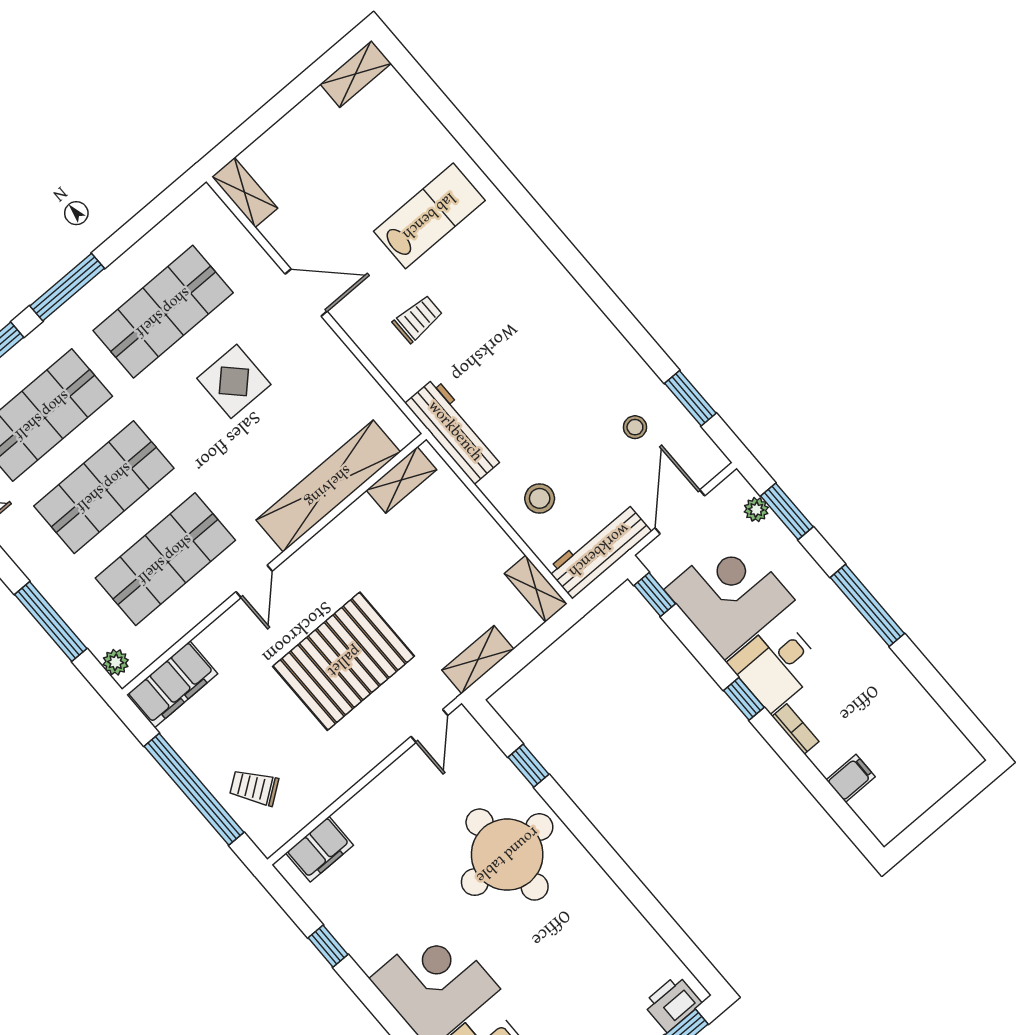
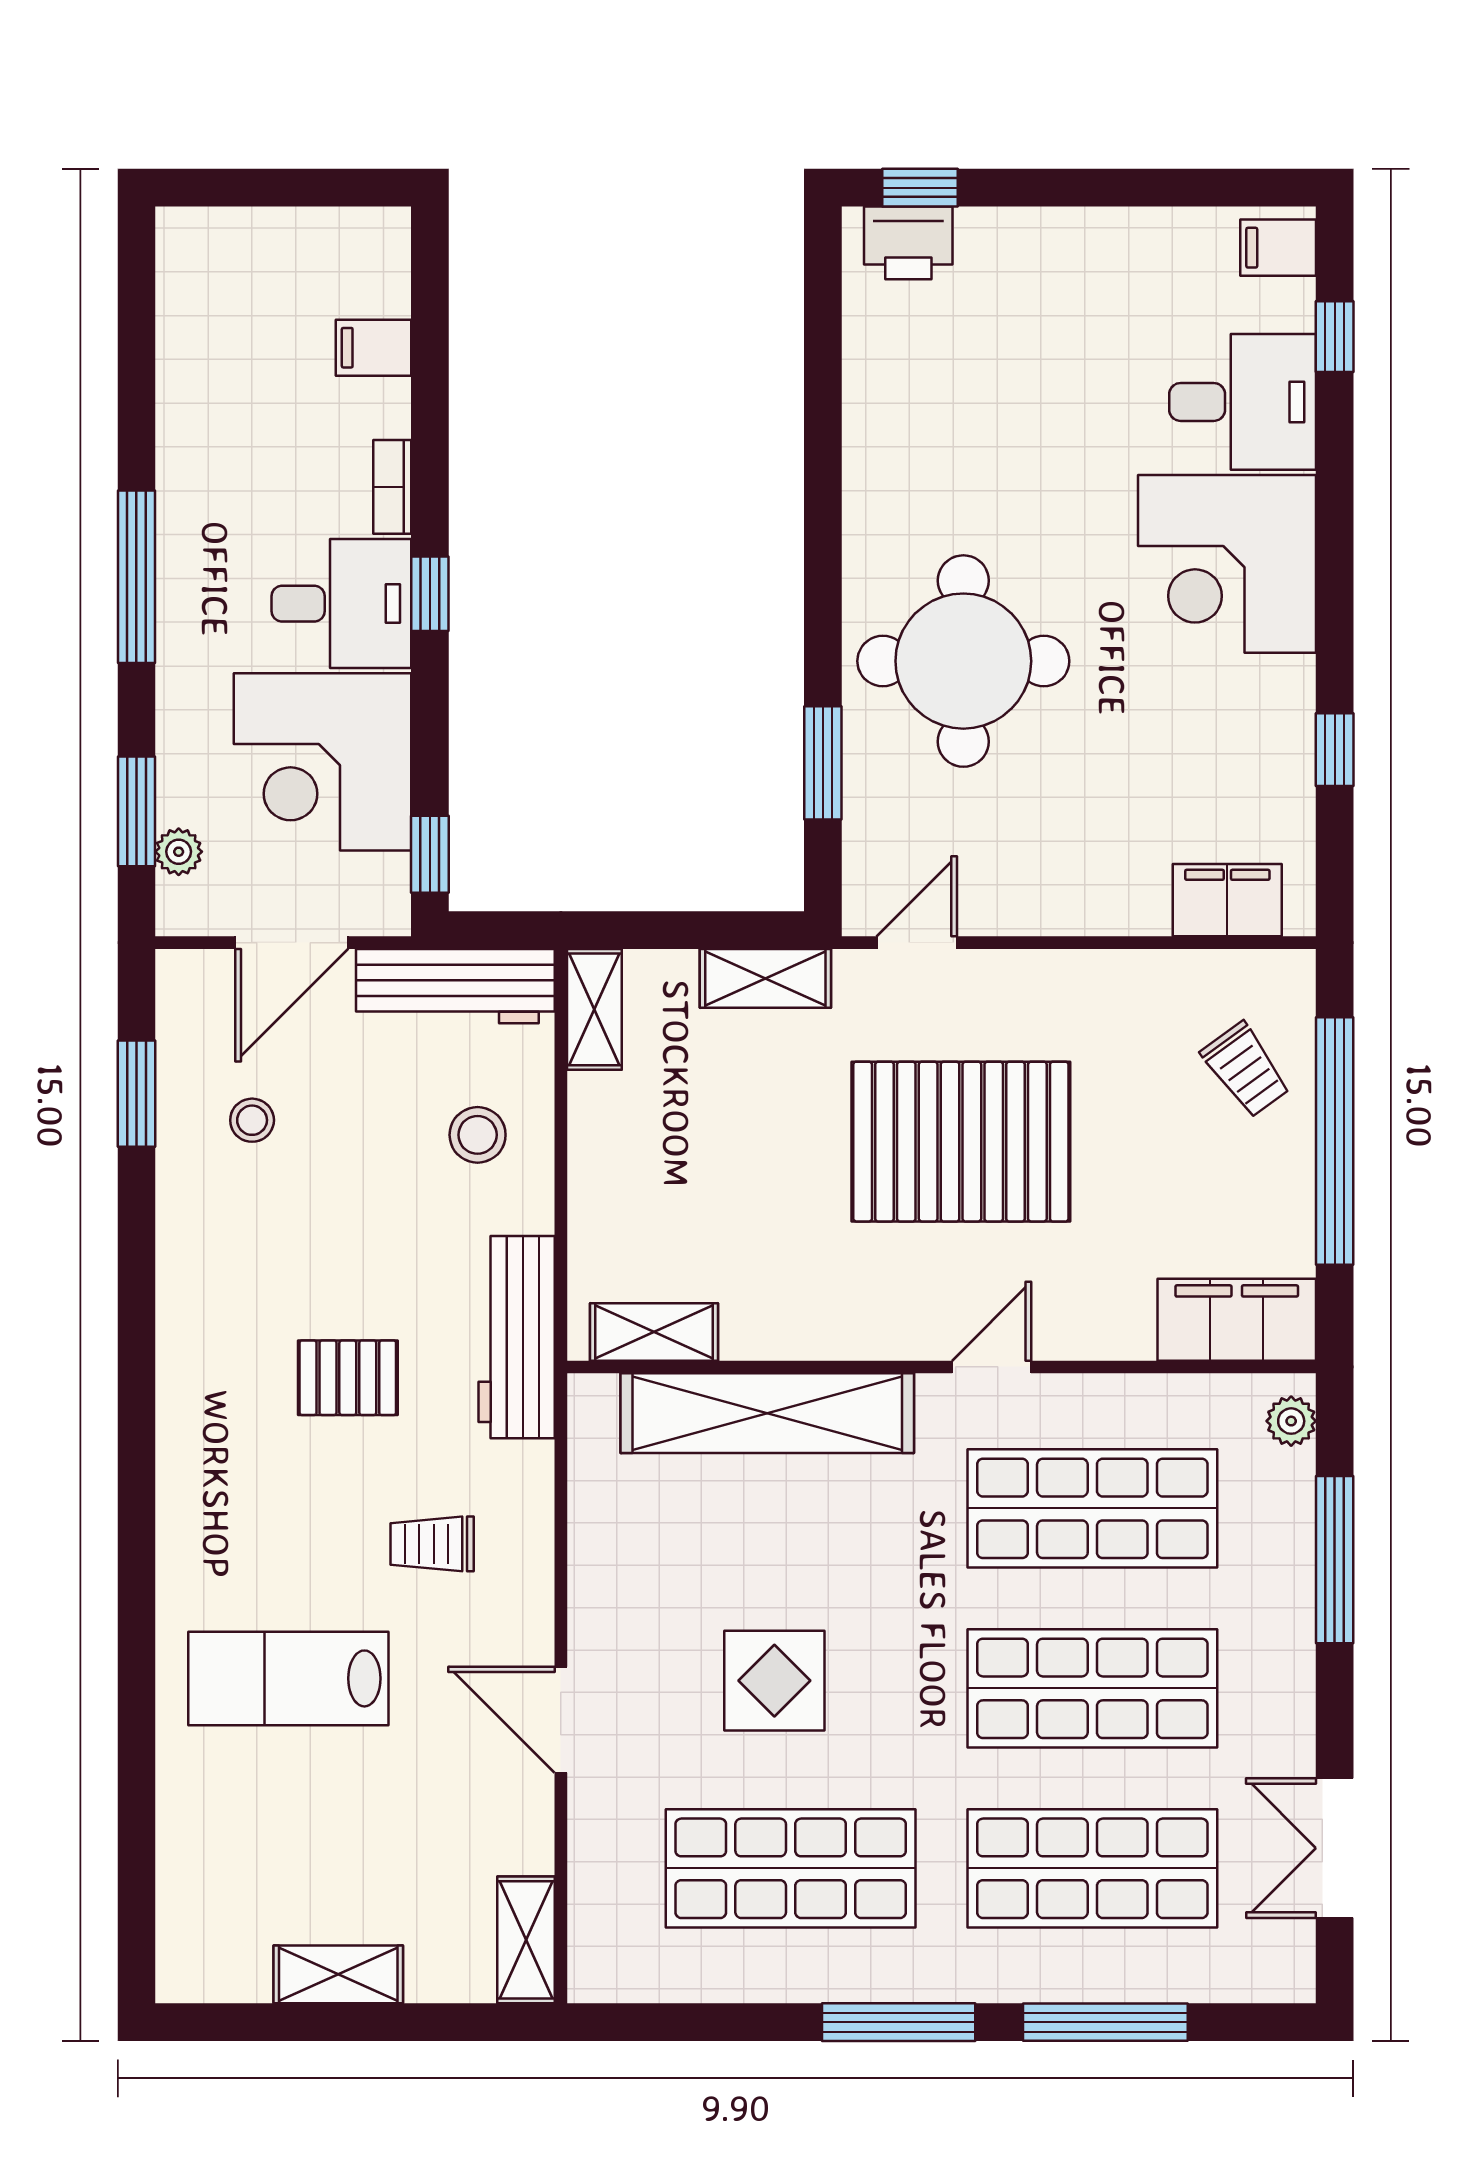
shelving: (356, 74) -> (338, 1974), moved
pallet: (508, 357) -> (348, 1378), added
window: (529, 766) -> (823, 763), width x1.50

